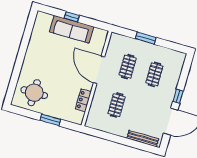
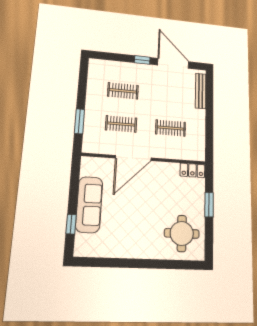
window: (72, 17) -> (71, 224), moved
window: (146, 38) -> (80, 121), moved
locker: (83, 100) -> (192, 170), moved

